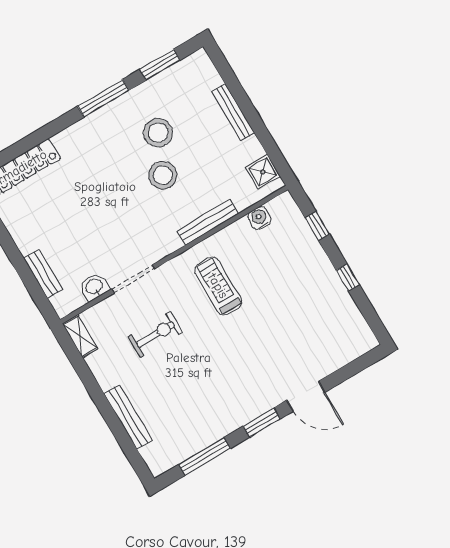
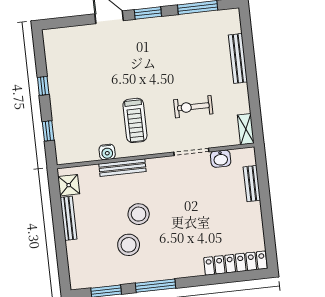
bench: (233, 112) -> (69, 218), moved
water cooler: (260, 218) -> (107, 152), moved

